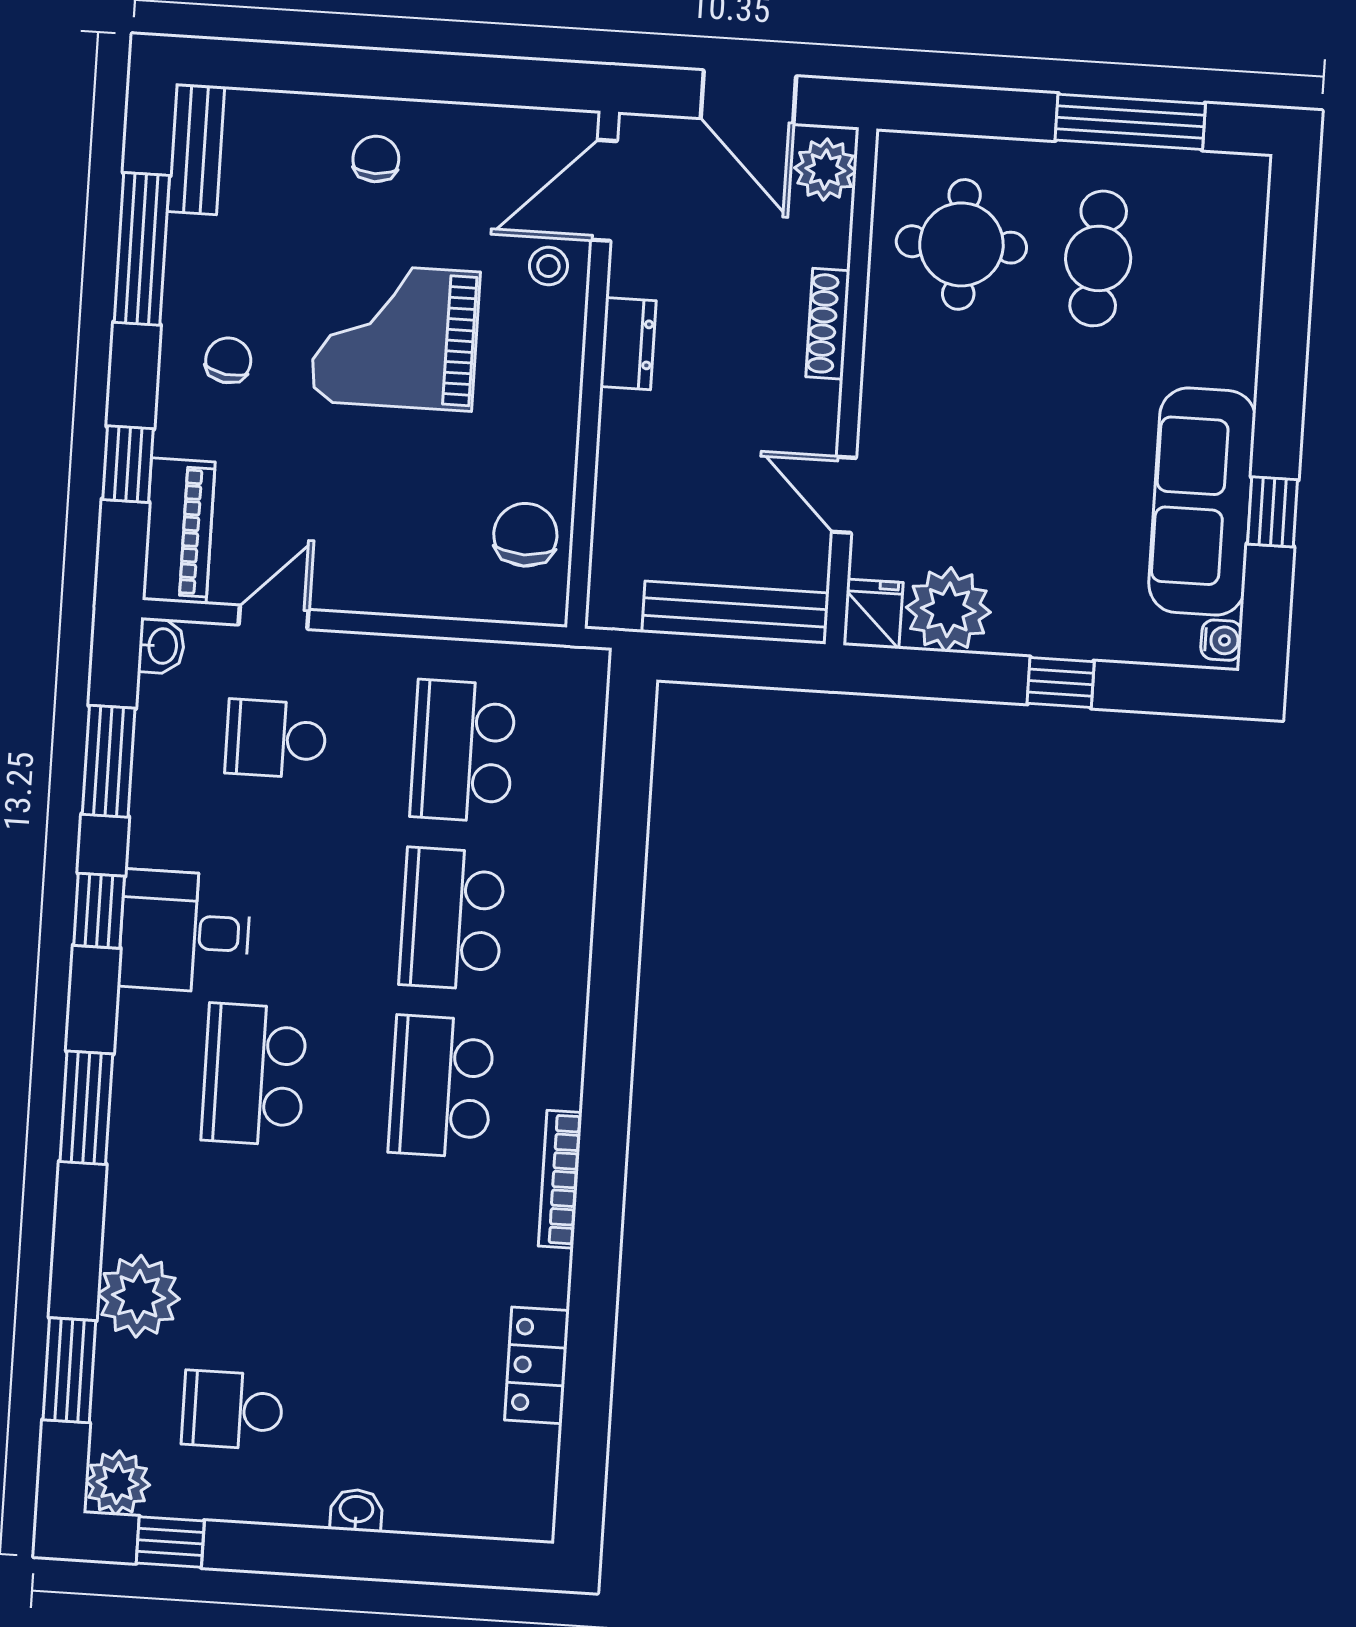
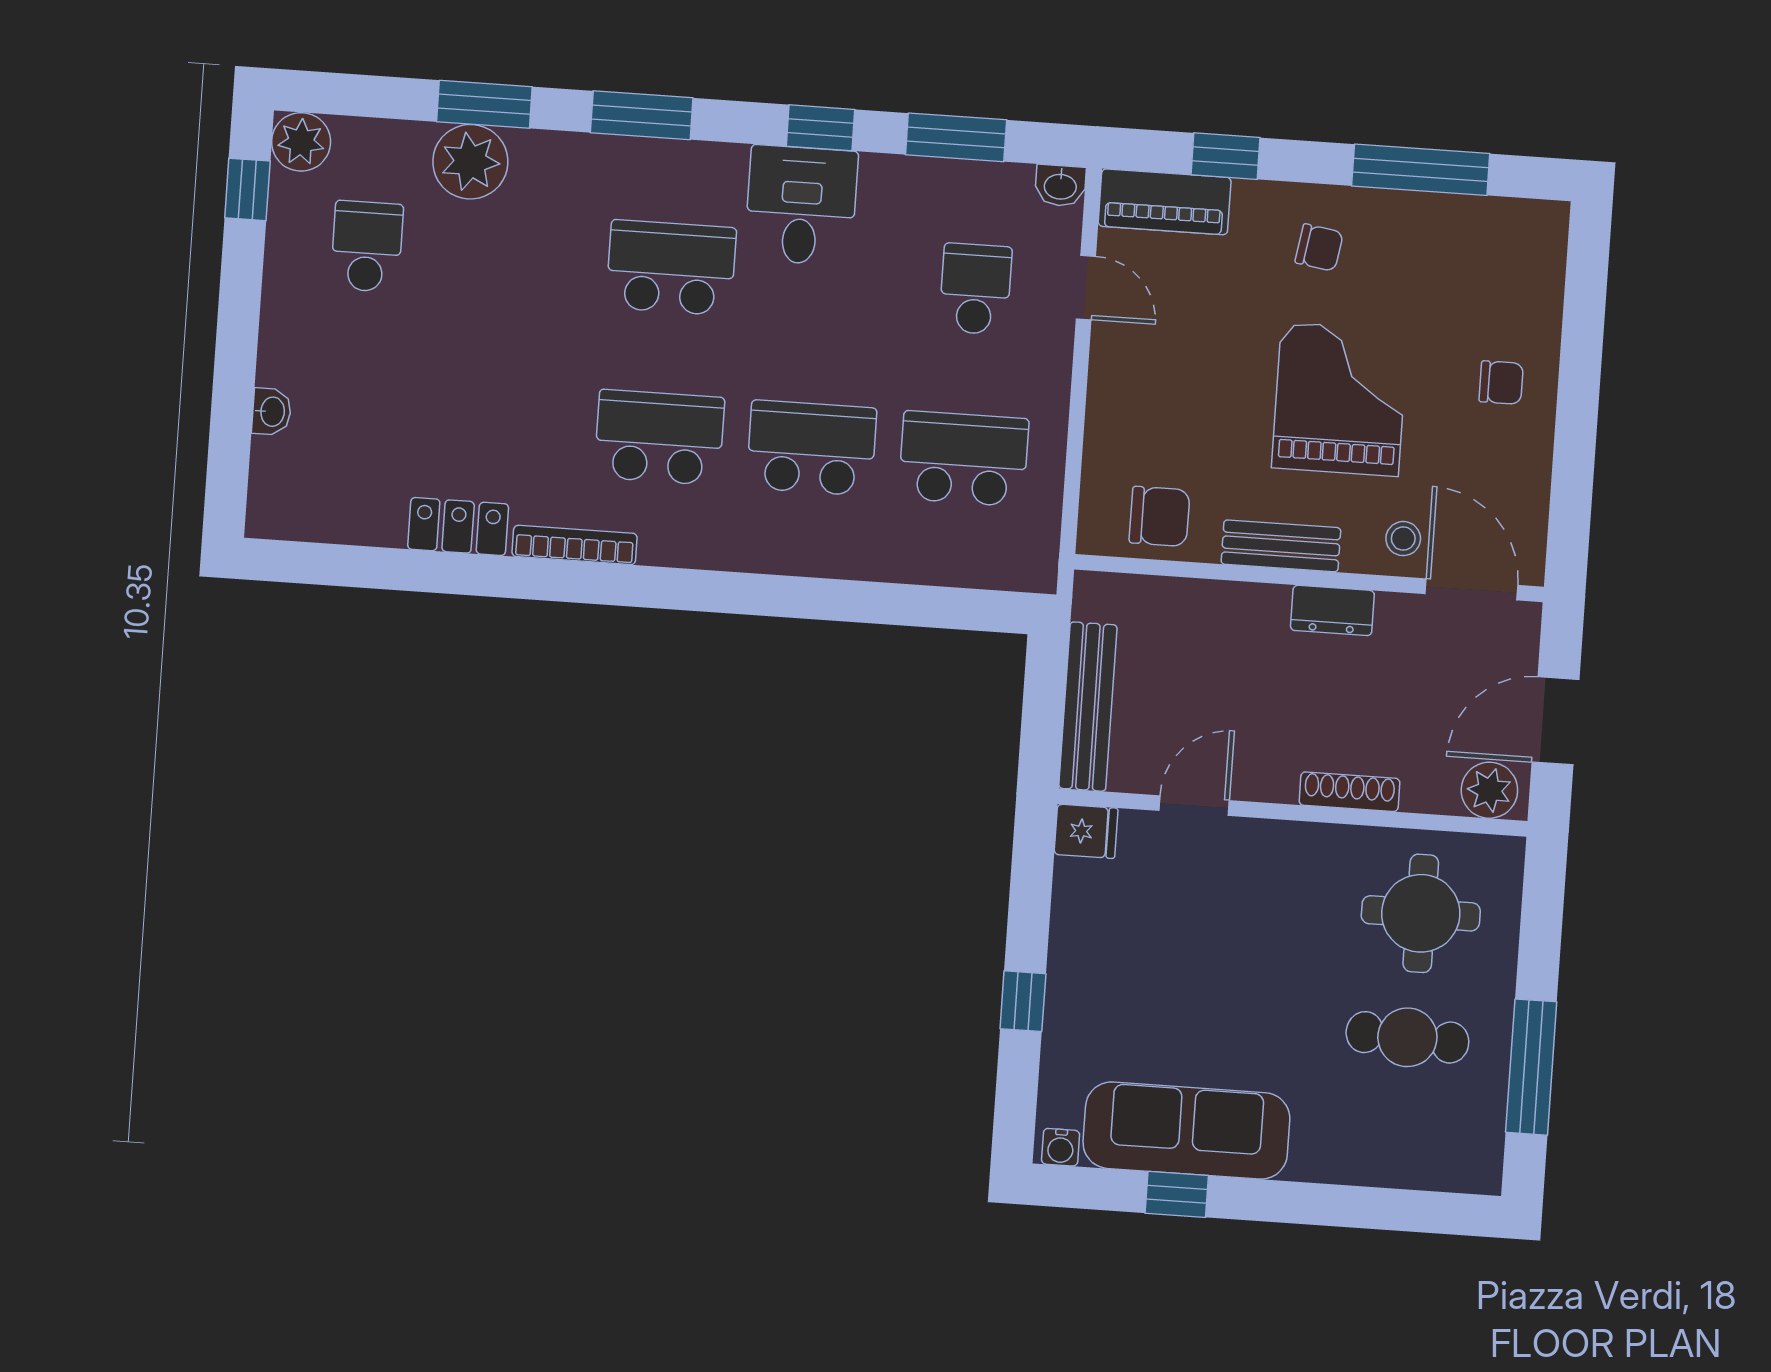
bench: (196, 149) -> (1281, 546), moved
plant: (948, 610) -> (1089, 900), removed
locker: (537, 1365) -> (458, 527), moved
window: (69, 1370) -> (484, 104), moved
washbasin: (356, 1510) -> (271, 412), moved

